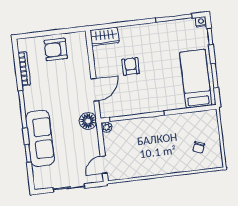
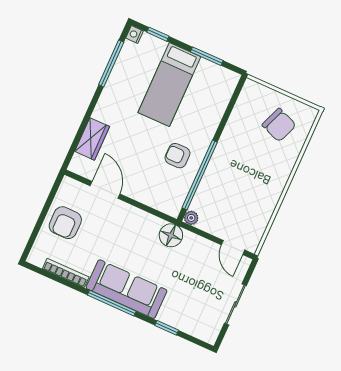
wardrobe: (104, 36) -> (92, 139), moved
armchair: (131, 66) -> (177, 156), moved
bed: (196, 79) -> (169, 85), moved, turned -90
door: (95, 90) -> (105, 190), moved
sofa: (40, 138) -> (126, 289), moved
chair: (199, 147) -> (279, 125), width x1.87, depth x1.87

